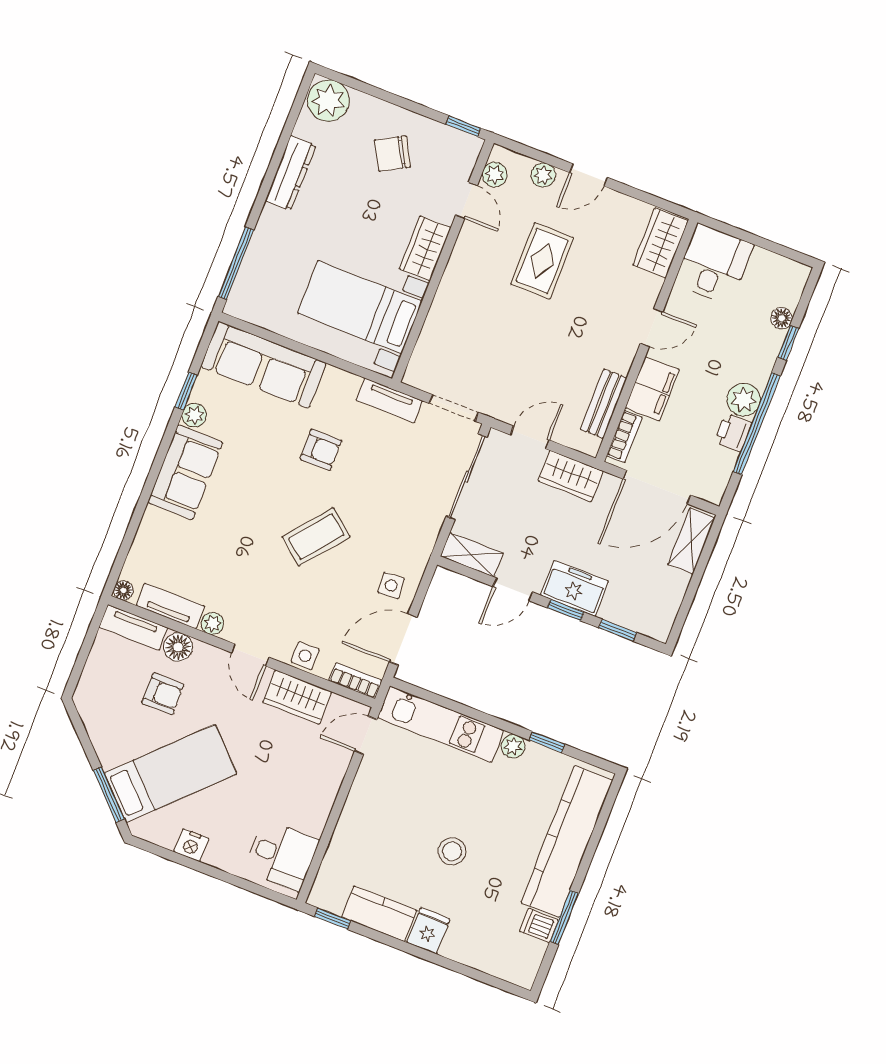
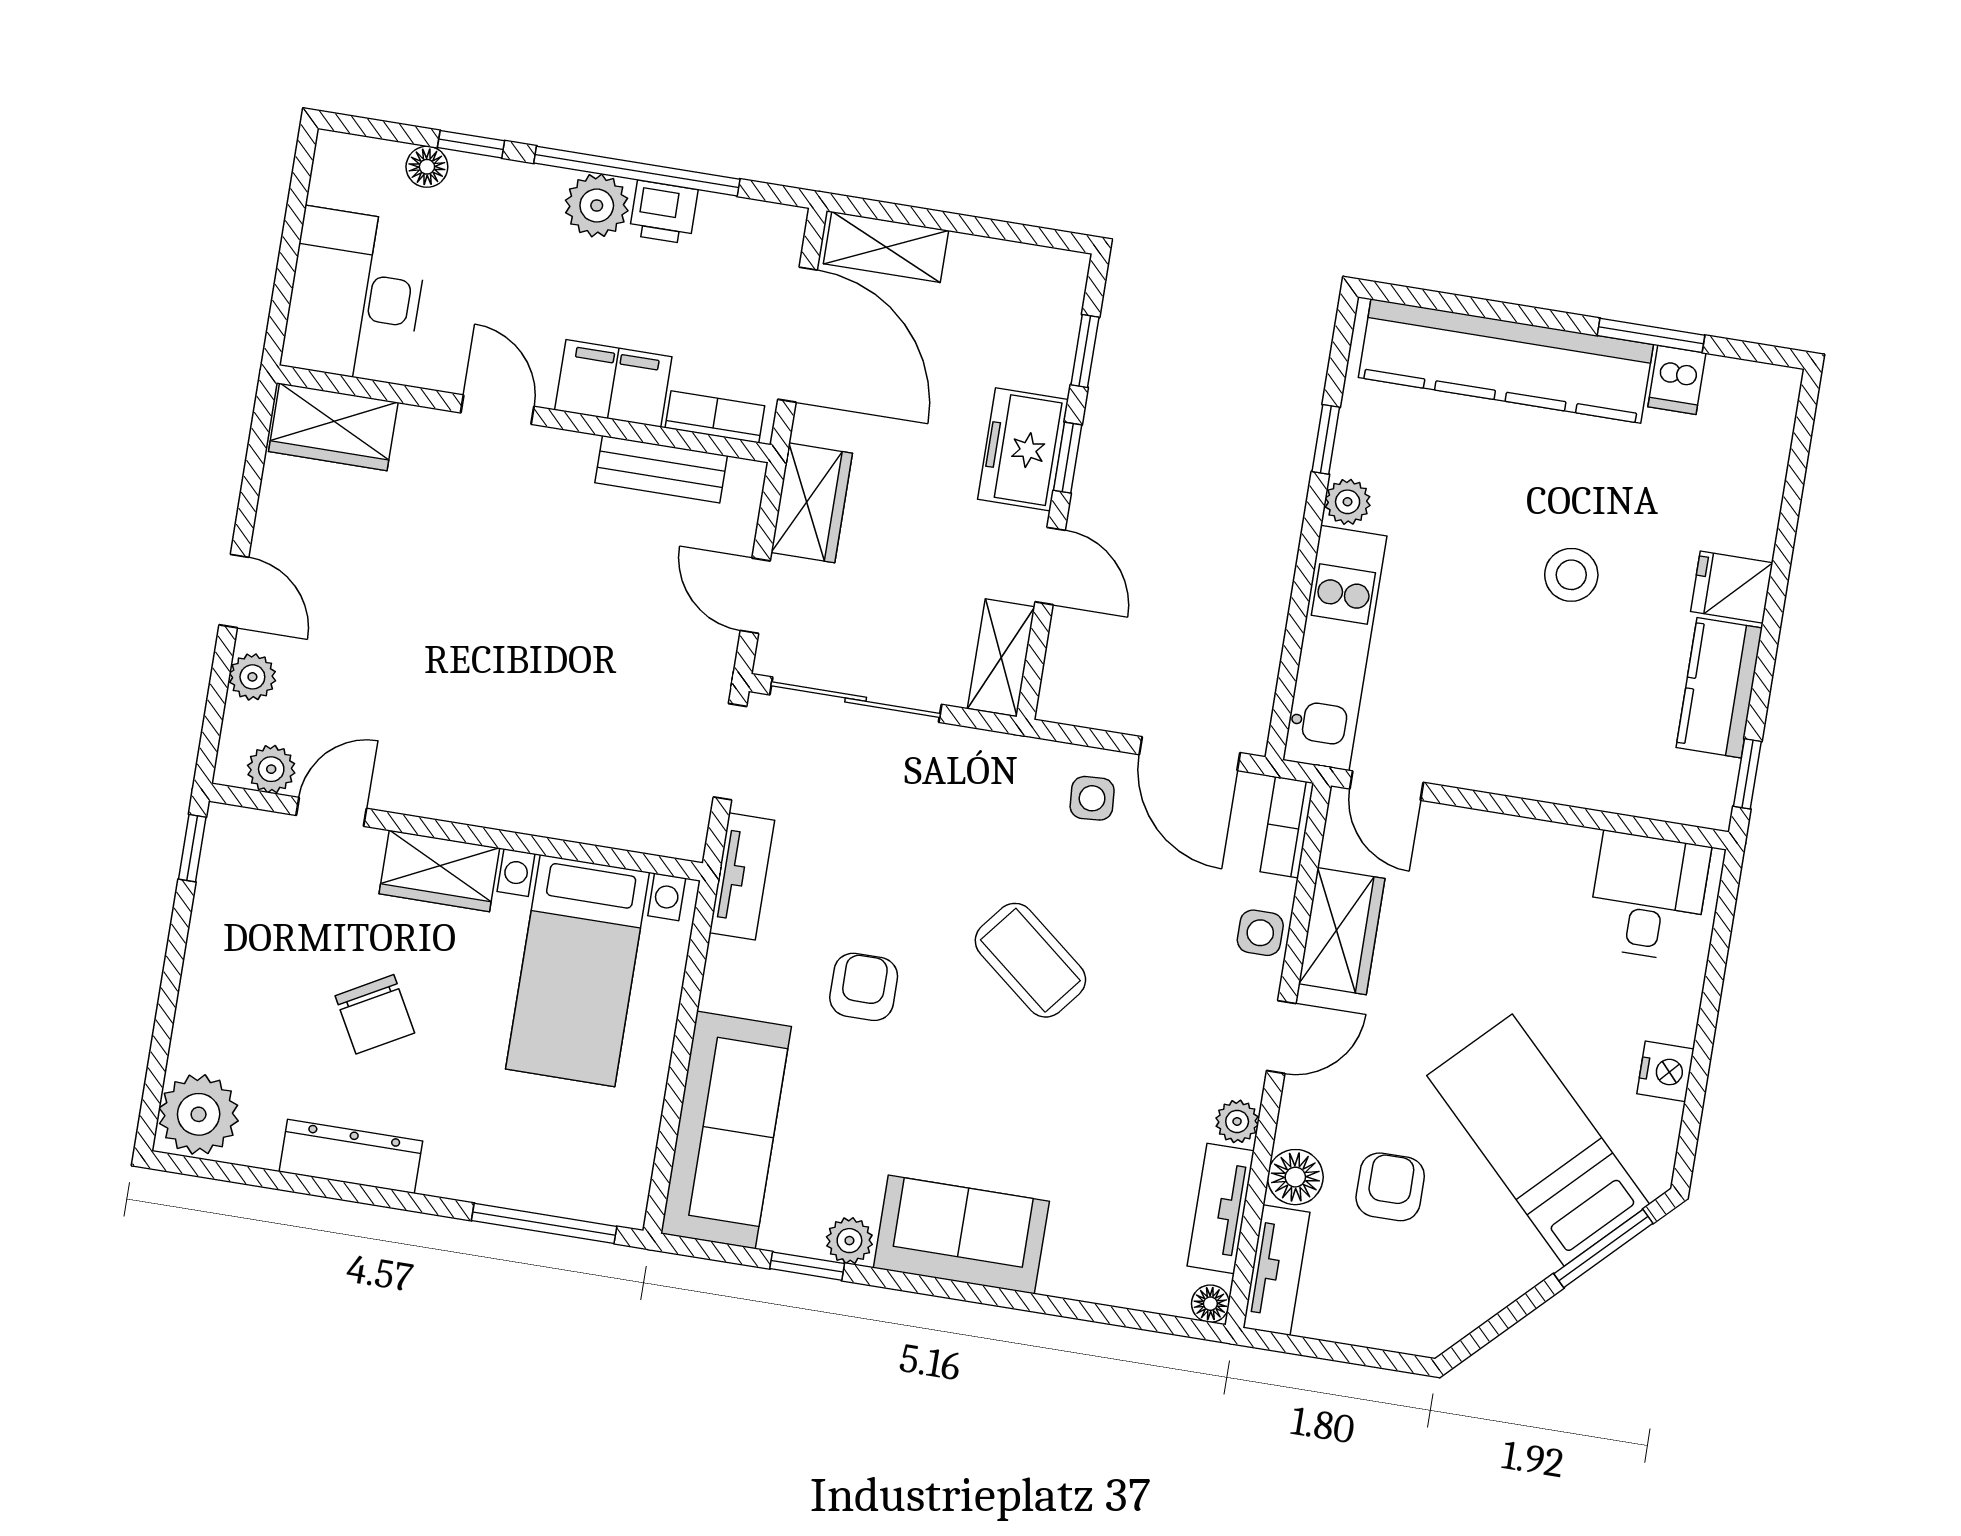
chair: (392, 154) -> (375, 1014), moved
rug: (542, 261) -> (415, 644), removed
desk: (714, 264) -> (355, 295), width x1.37

